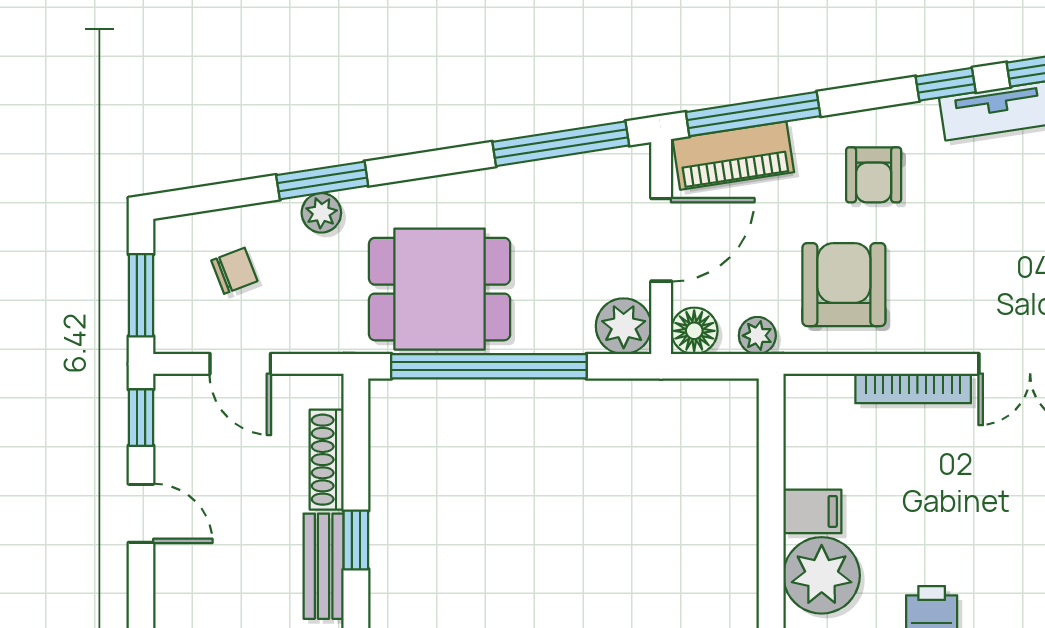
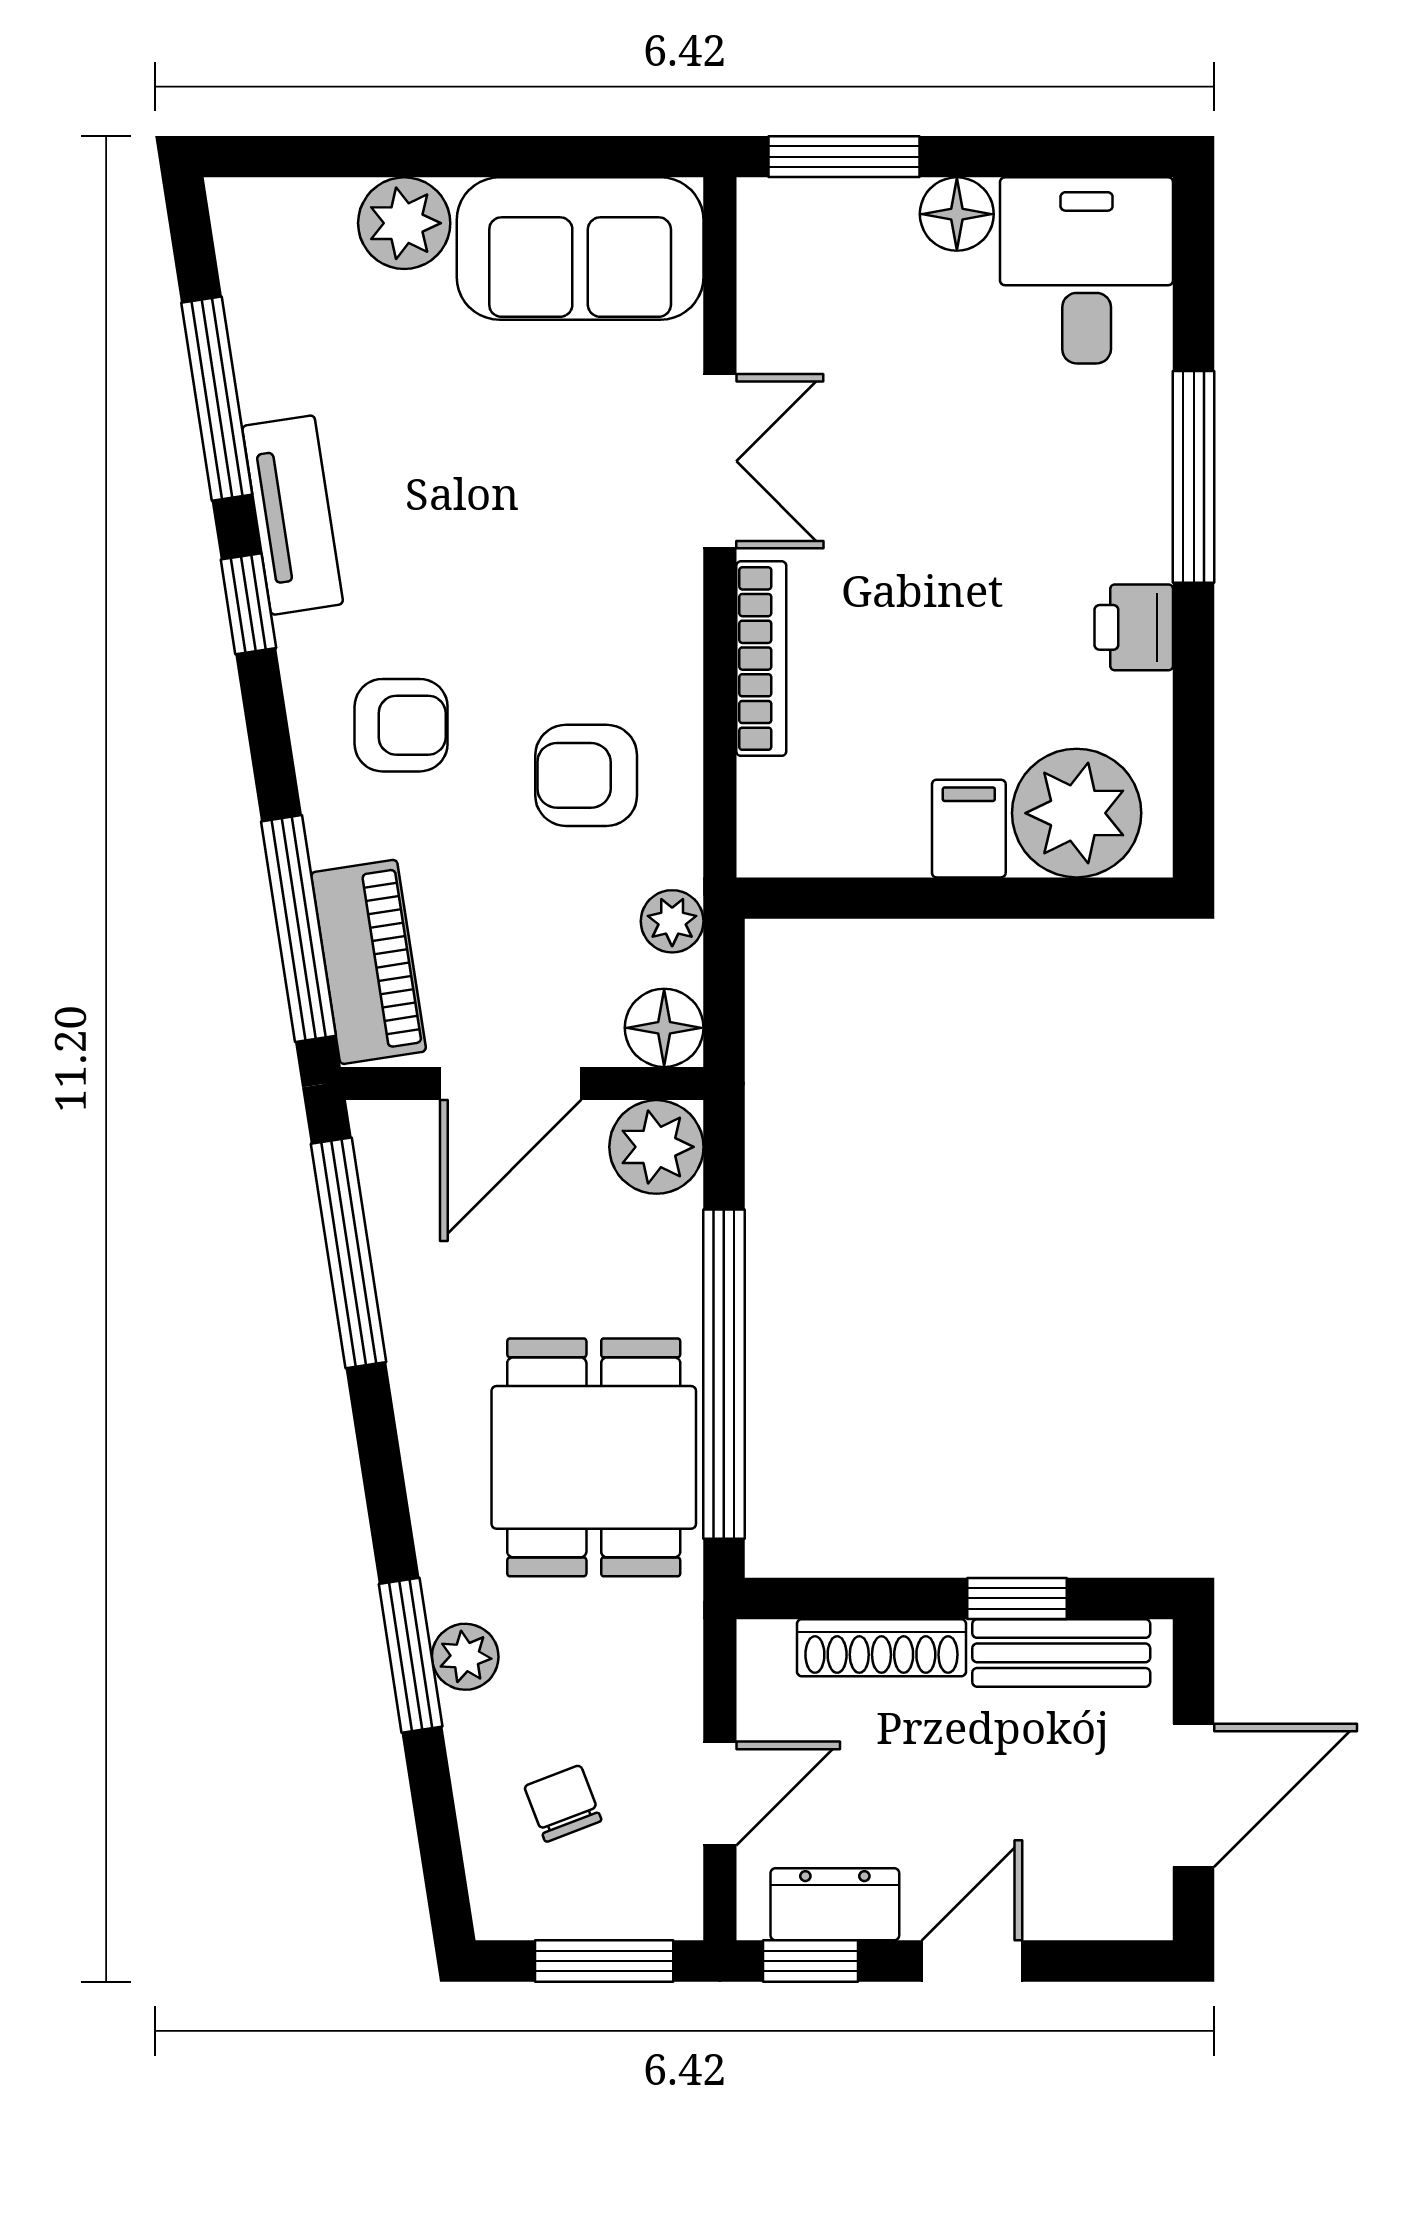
door: (661, 240) -> (511, 1083), swing flipped
armchair: (844, 285) -> (586, 775), width x0.72, depth x0.72
dresser: (175, 432) -> (835, 1904), added

